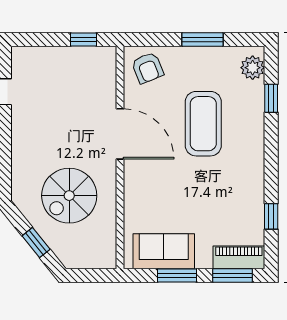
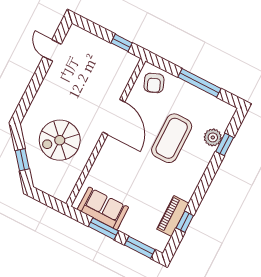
window: (203, 39) -> (199, 83), width x1.44
plant: (253, 68) -> (213, 137), moved
piano: (239, 257) -> (173, 216), moved, turned -90

